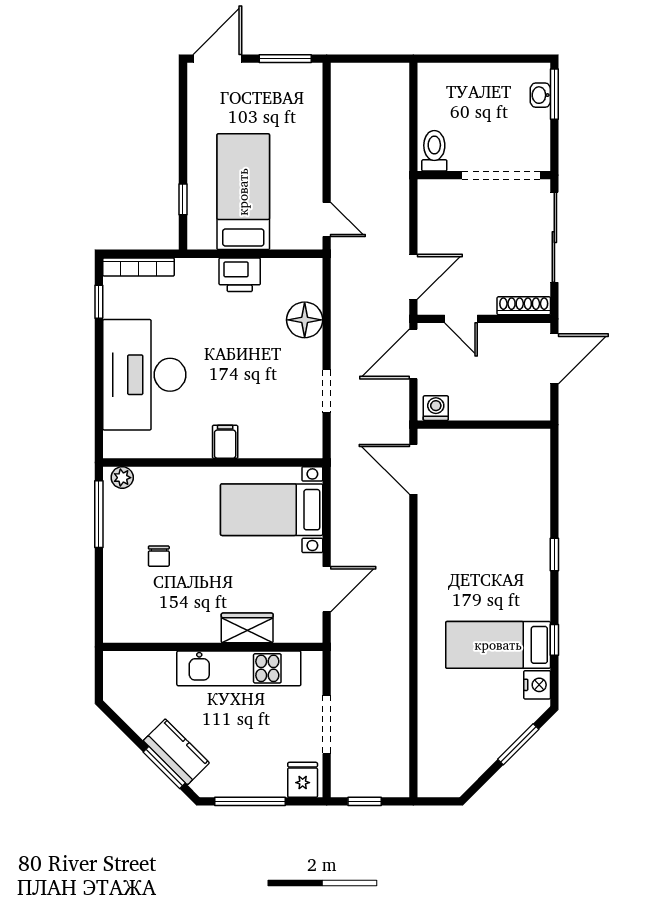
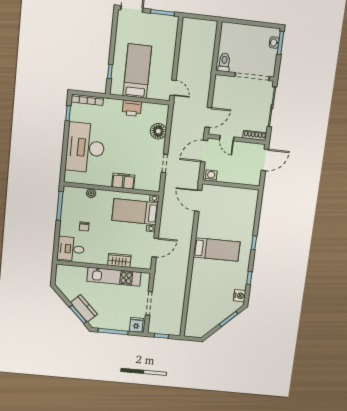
filing cabinet: (225, 442) -> (123, 181), width x2.00
plant: (122, 478) -> (91, 193), moved
desk: (133, 612) -> (71, 249), added
bed: (498, 645) -> (217, 250), moved, turned 180

